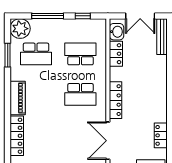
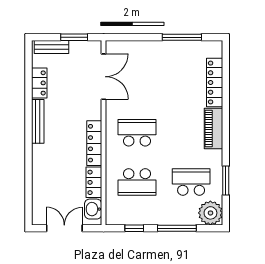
bench: (162, 37) -> (38, 121), moved
locker: (116, 100) -> (94, 143), moved

